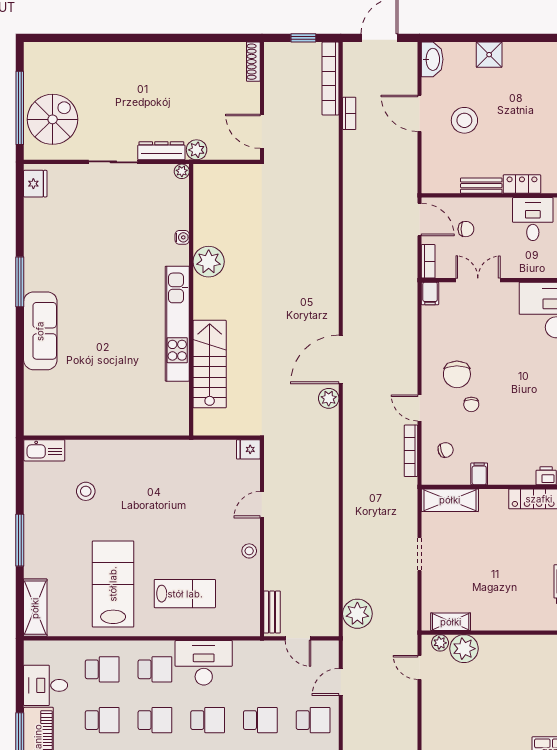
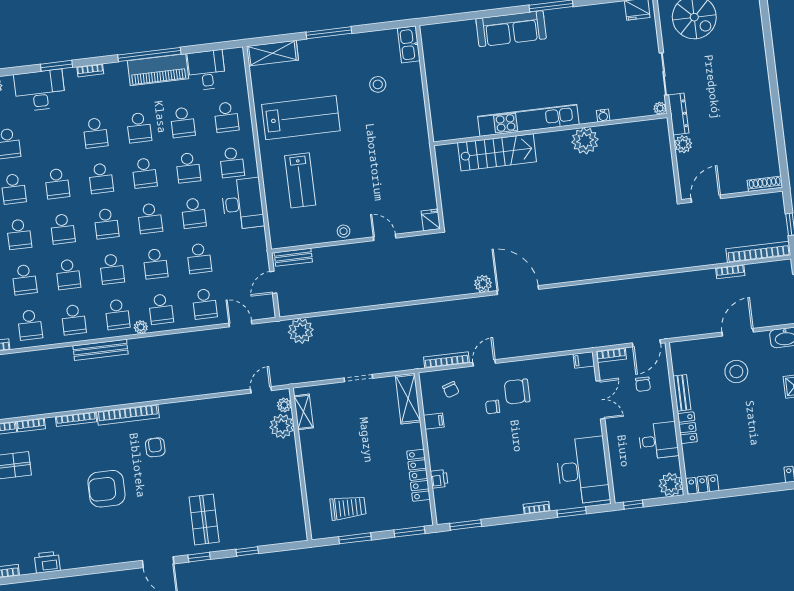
plant: (182, 171) -> (660, 108), moved
water cooler: (182, 237) -> (603, 116), moved
plant: (209, 262) -> (585, 141), moved
wall: (191, 300) -> (550, 130), moved
kitchen unit: (177, 324) -> (528, 120), moved
stairs: (210, 364) -> (497, 152), moved

